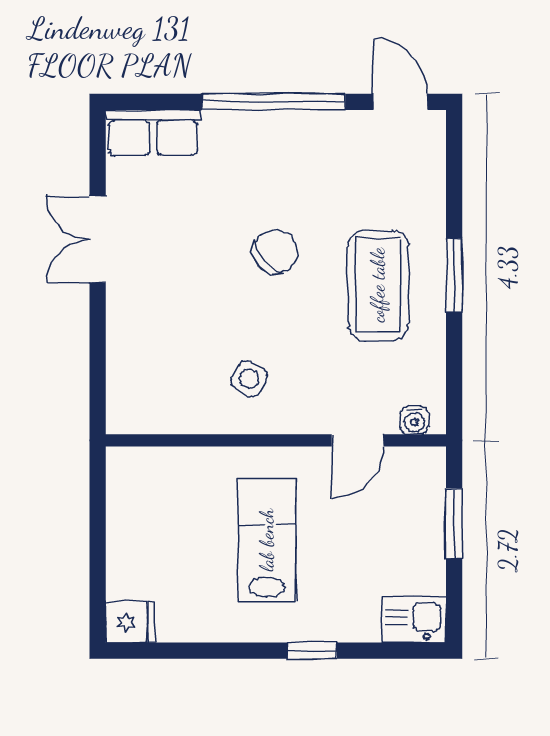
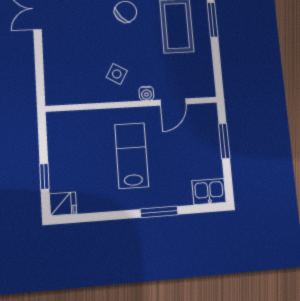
water cooler: (414, 420) -> (146, 93), moved
window: (98, 569) -> (44, 176), added
window: (312, 651) -> (159, 212), width x1.50

